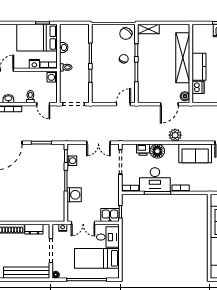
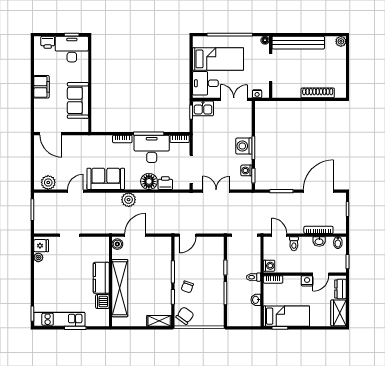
bed: (37, 38) -> (286, 316), width x0.67
nightstand: (34, 64) -> (307, 281), moved
dishwasher: (198, 87) -> (102, 302), moved
washing machine: (74, 195) -> (244, 146), moved
dresser: (34, 229) -> (290, 92), removed

